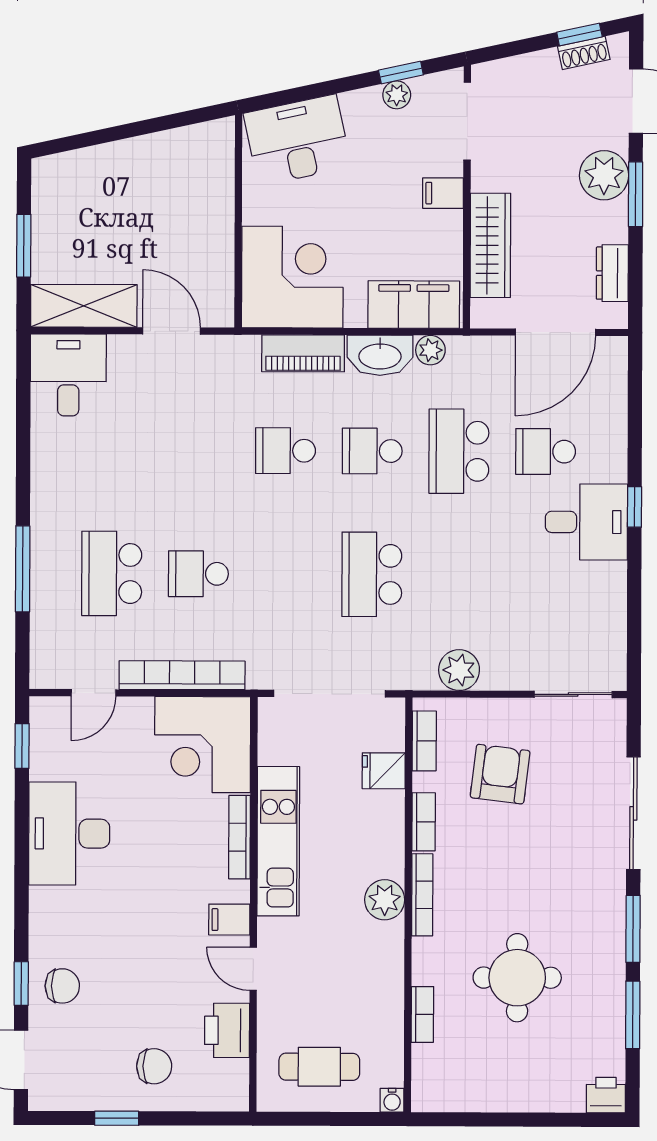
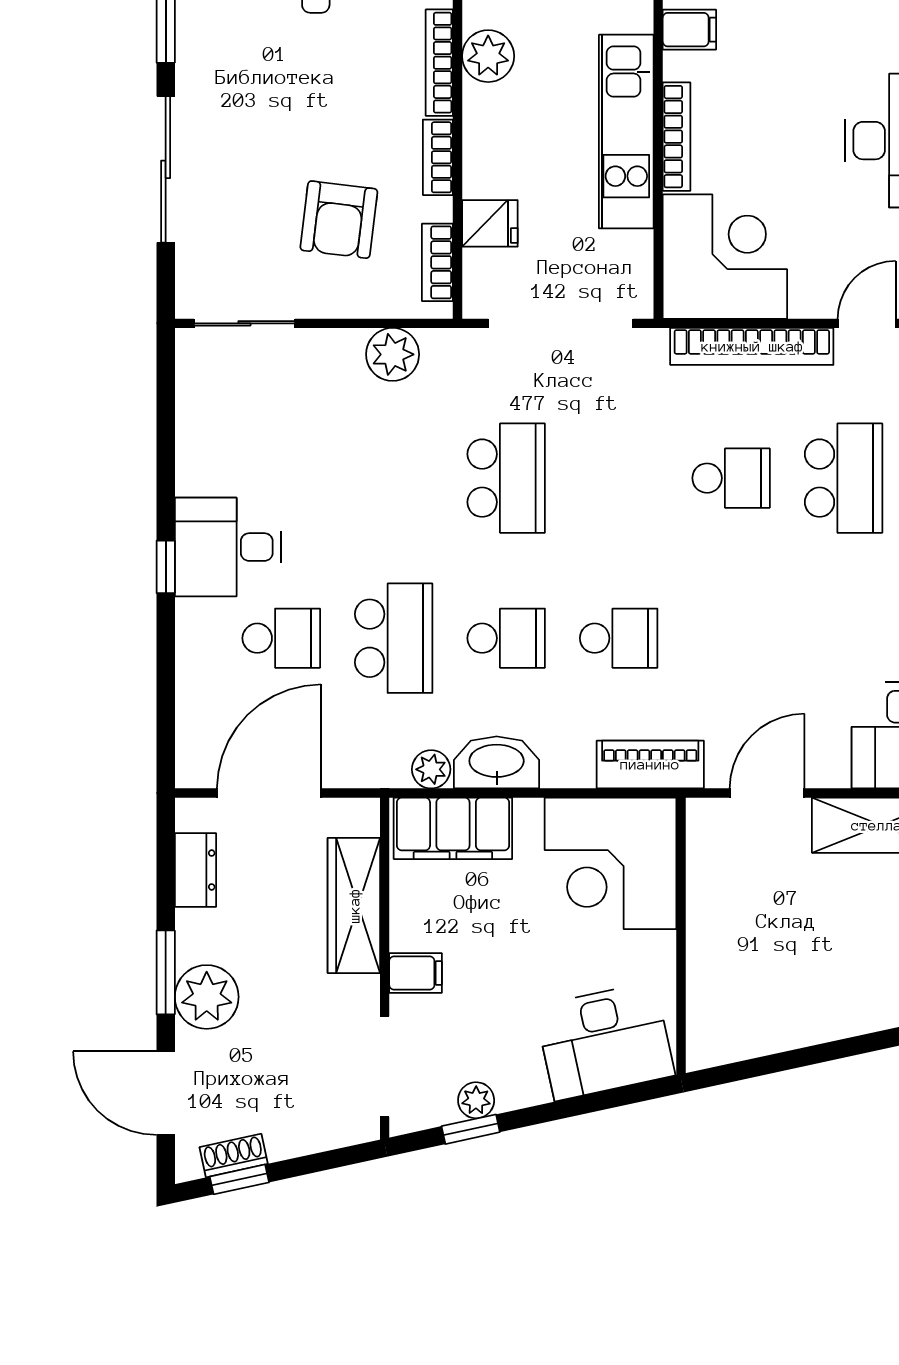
door: (172, 331) -> (767, 793), swing flipped
piano: (303, 353) -> (650, 764), moved

